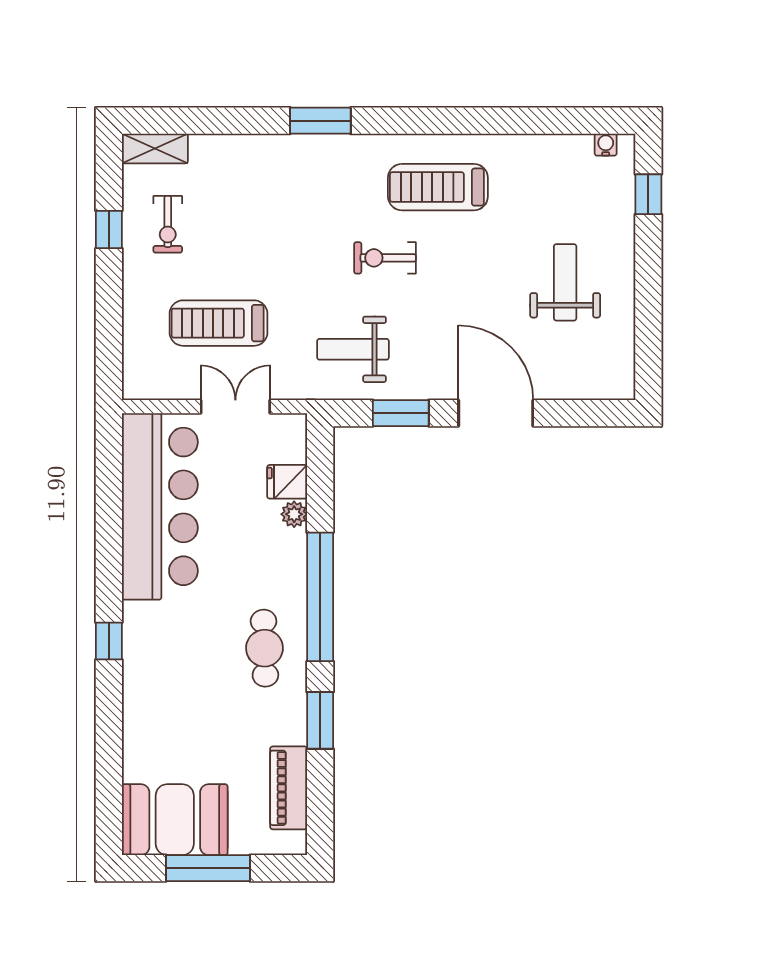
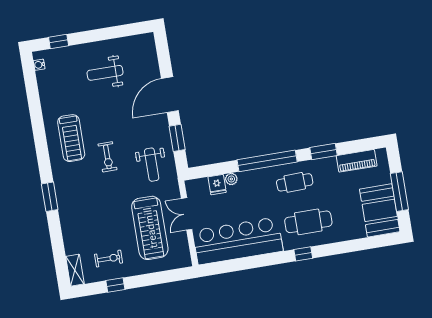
treadmill: (219, 323) -> (150, 228), width x1.37, depth x1.38
cafe table: (175, 663) -> (308, 222), added

